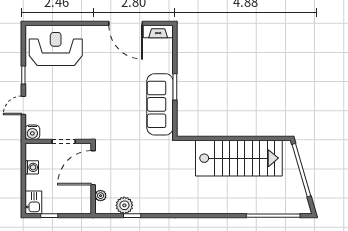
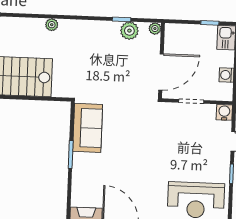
sofa: (160, 104) -> (88, 128), width x0.73
plant: (101, 196) -> (155, 29), moved
plant: (197, 208) -> (52, 25), added

